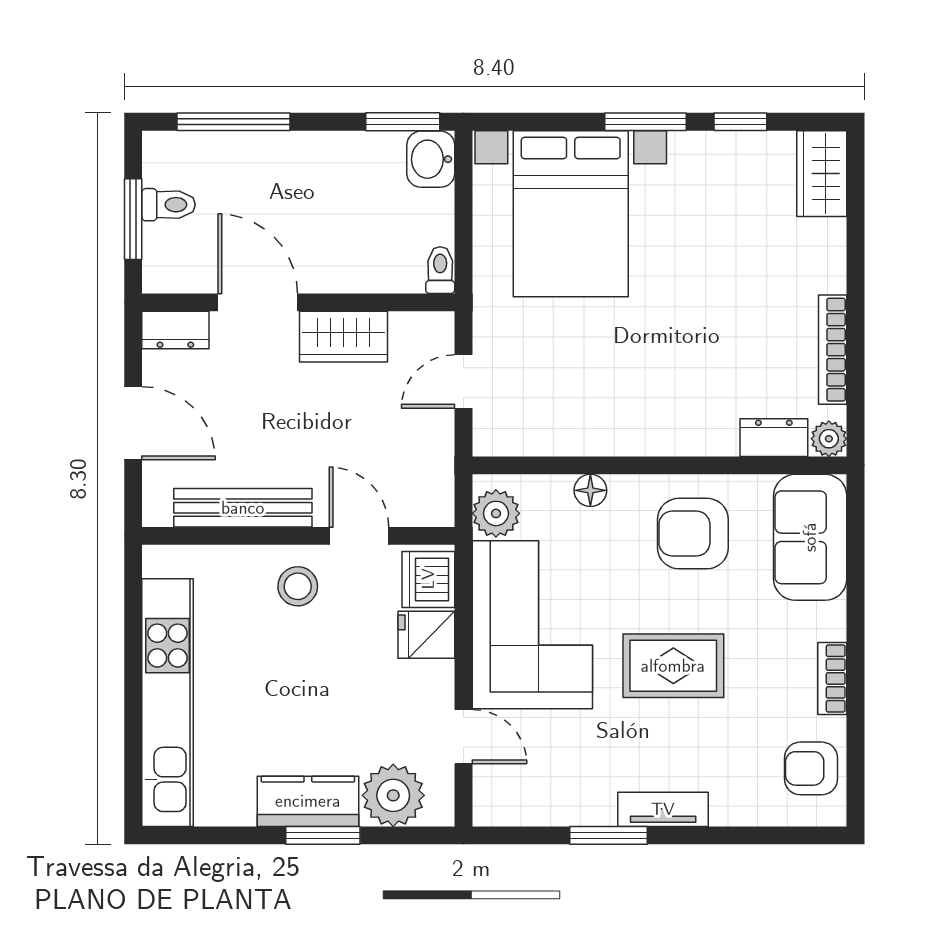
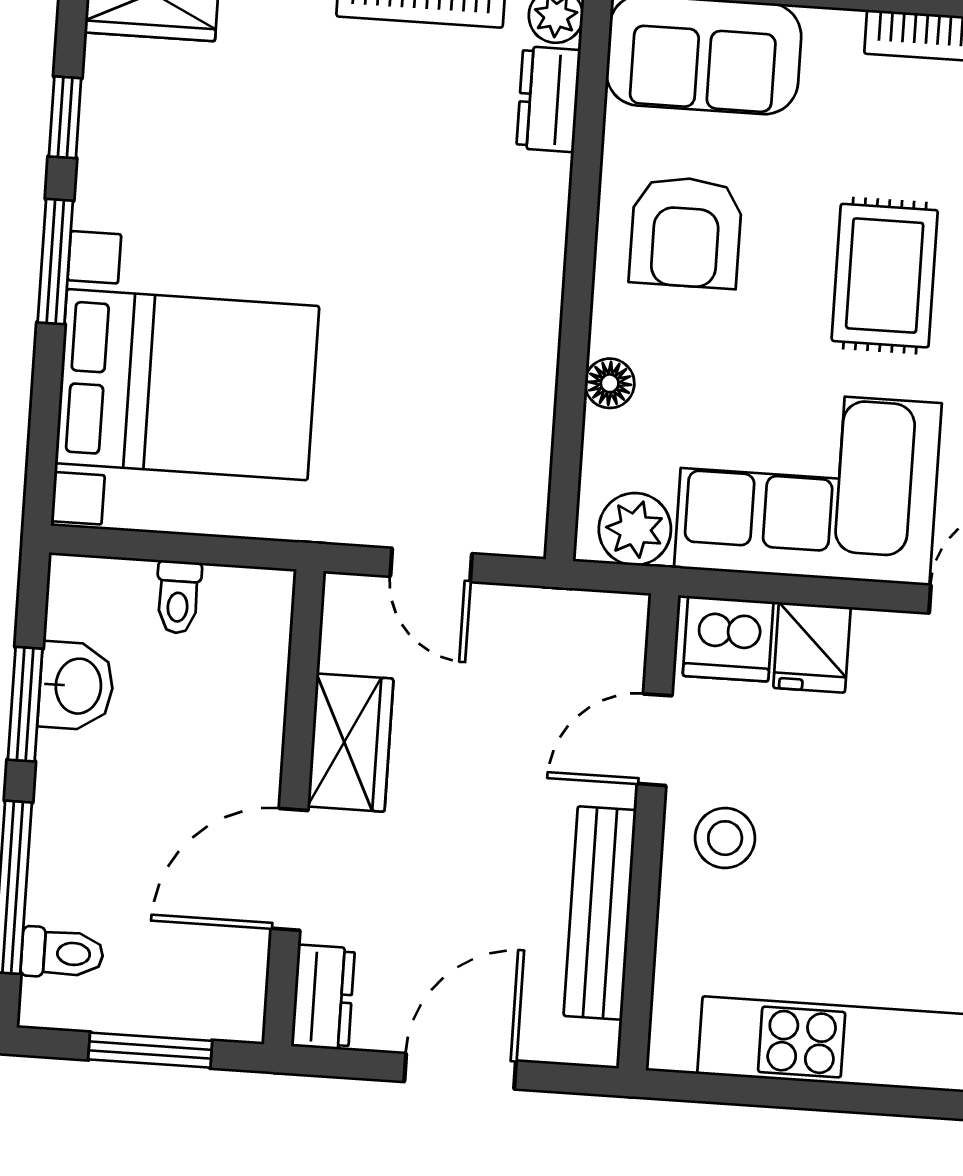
window: (403, 122) -> (25, 704), moved
washbasin: (431, 159) -> (76, 686), moved, turned -90
toilet: (169, 205) -> (62, 953), moved, turned 90
toilet: (440, 270) -> (178, 597), moved, turned -90

